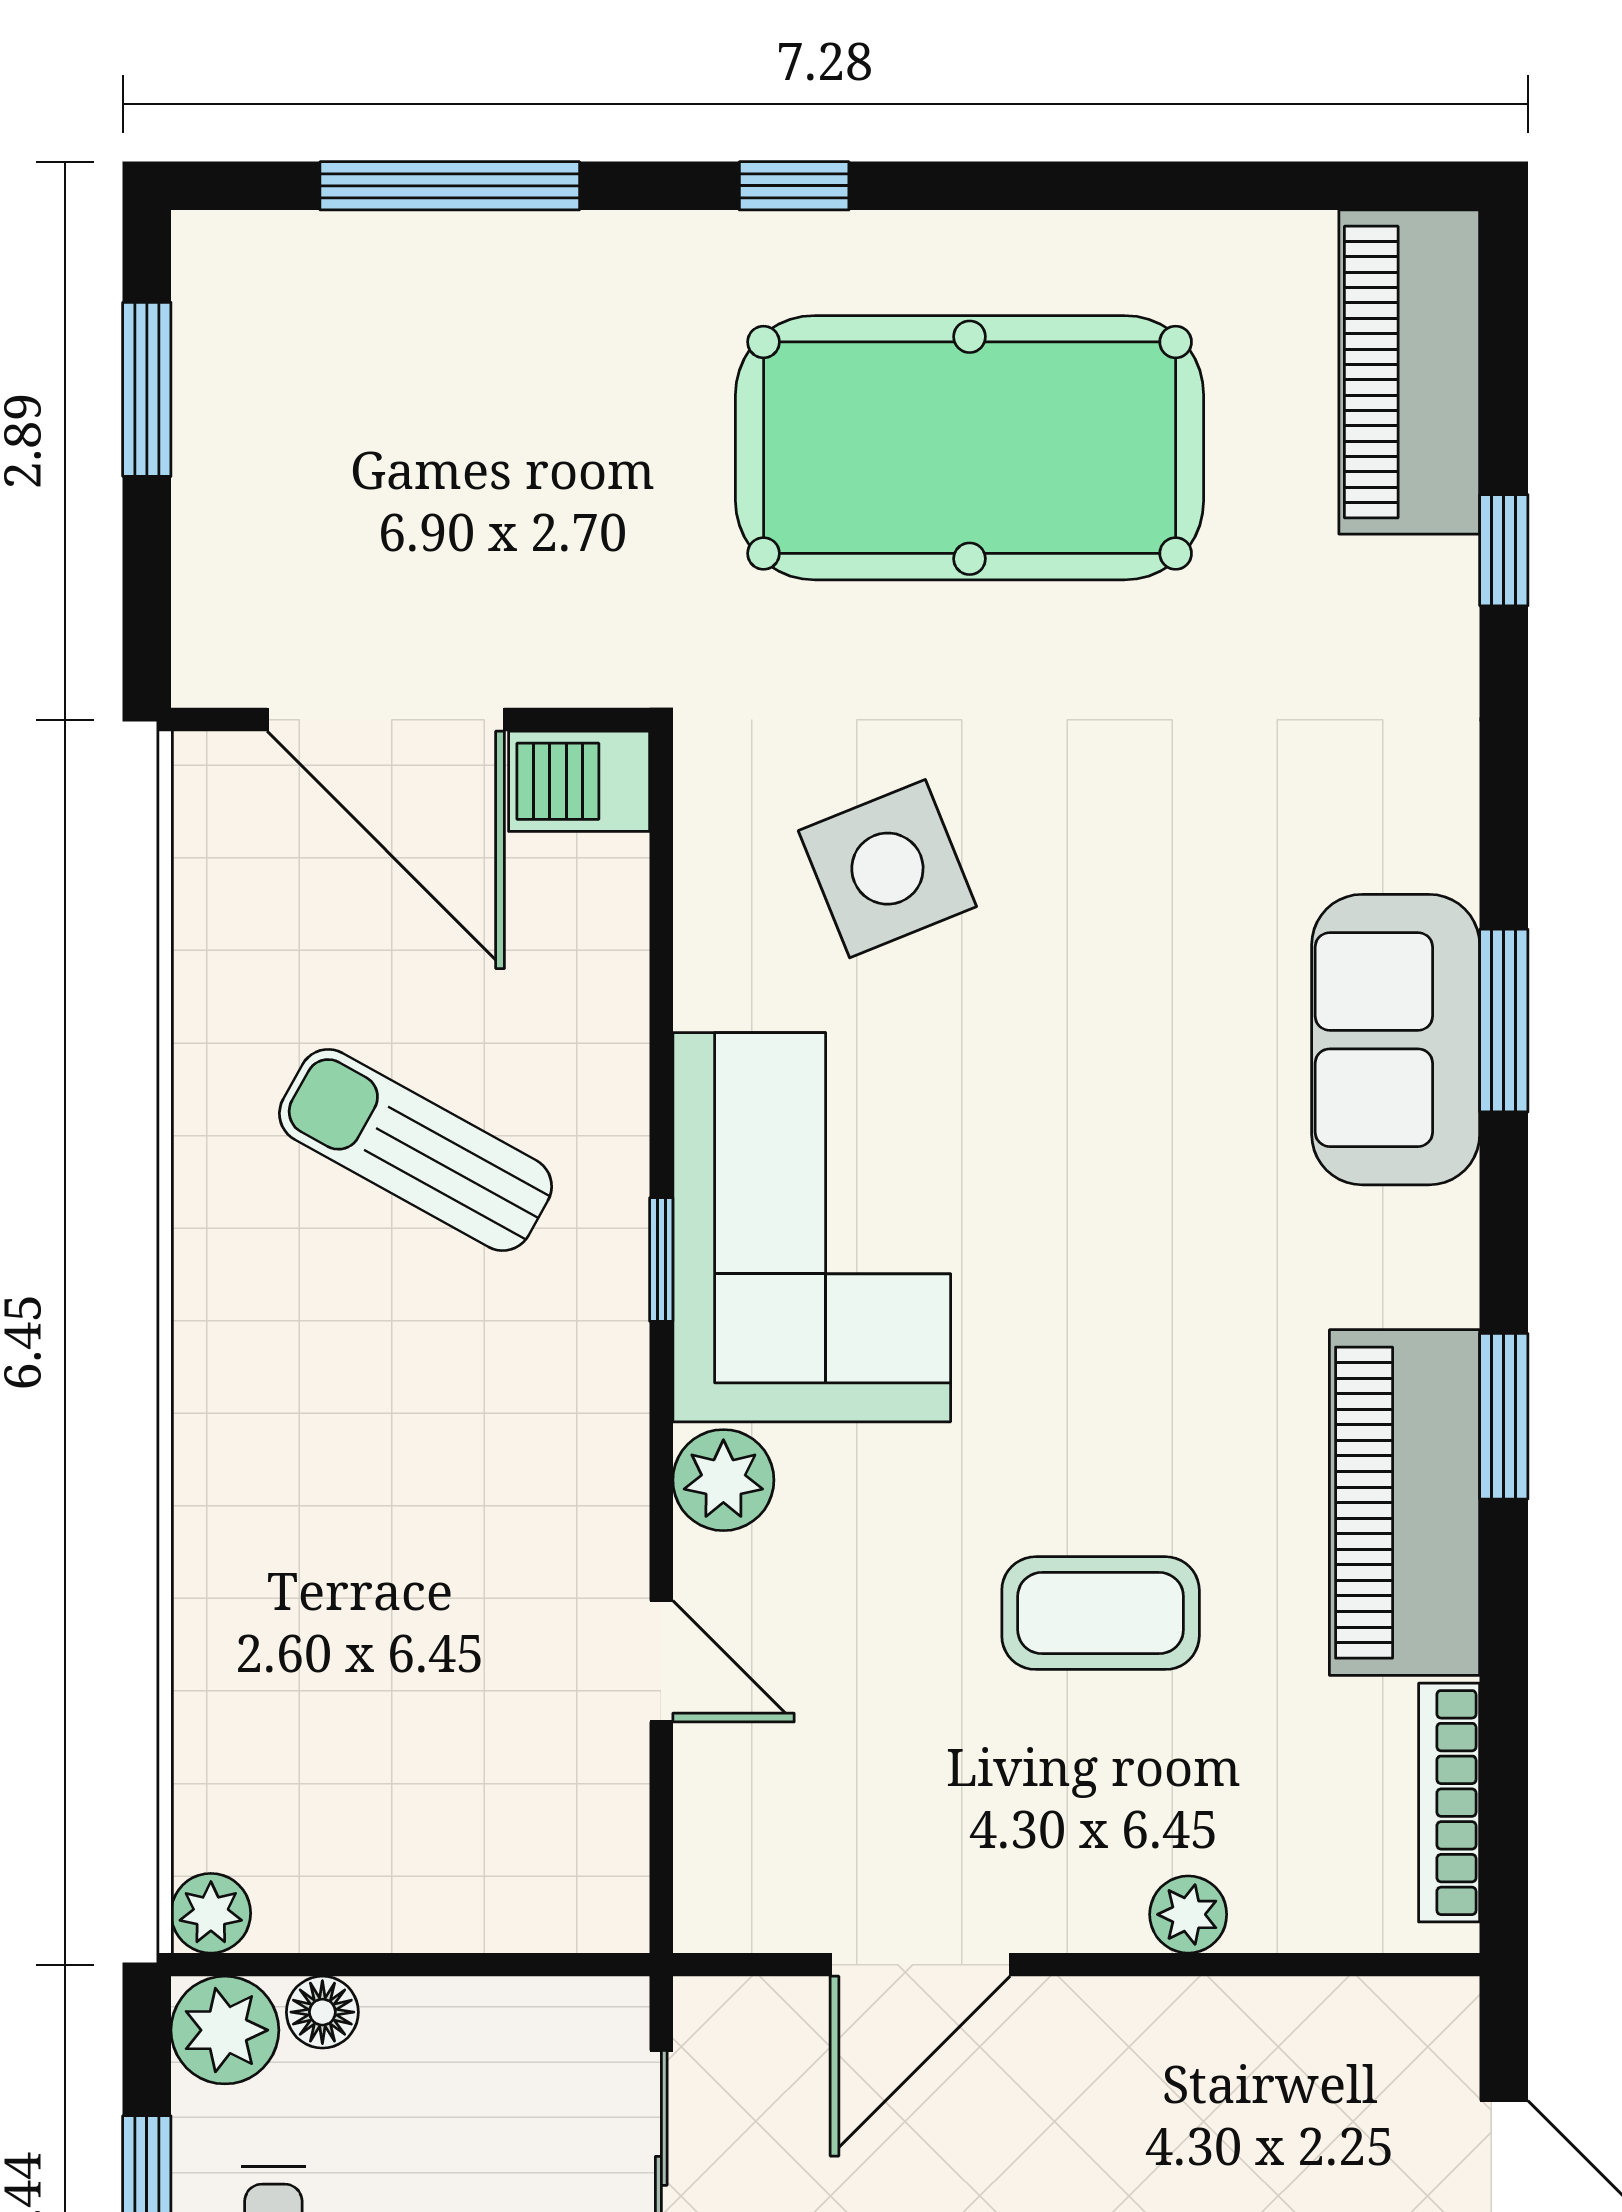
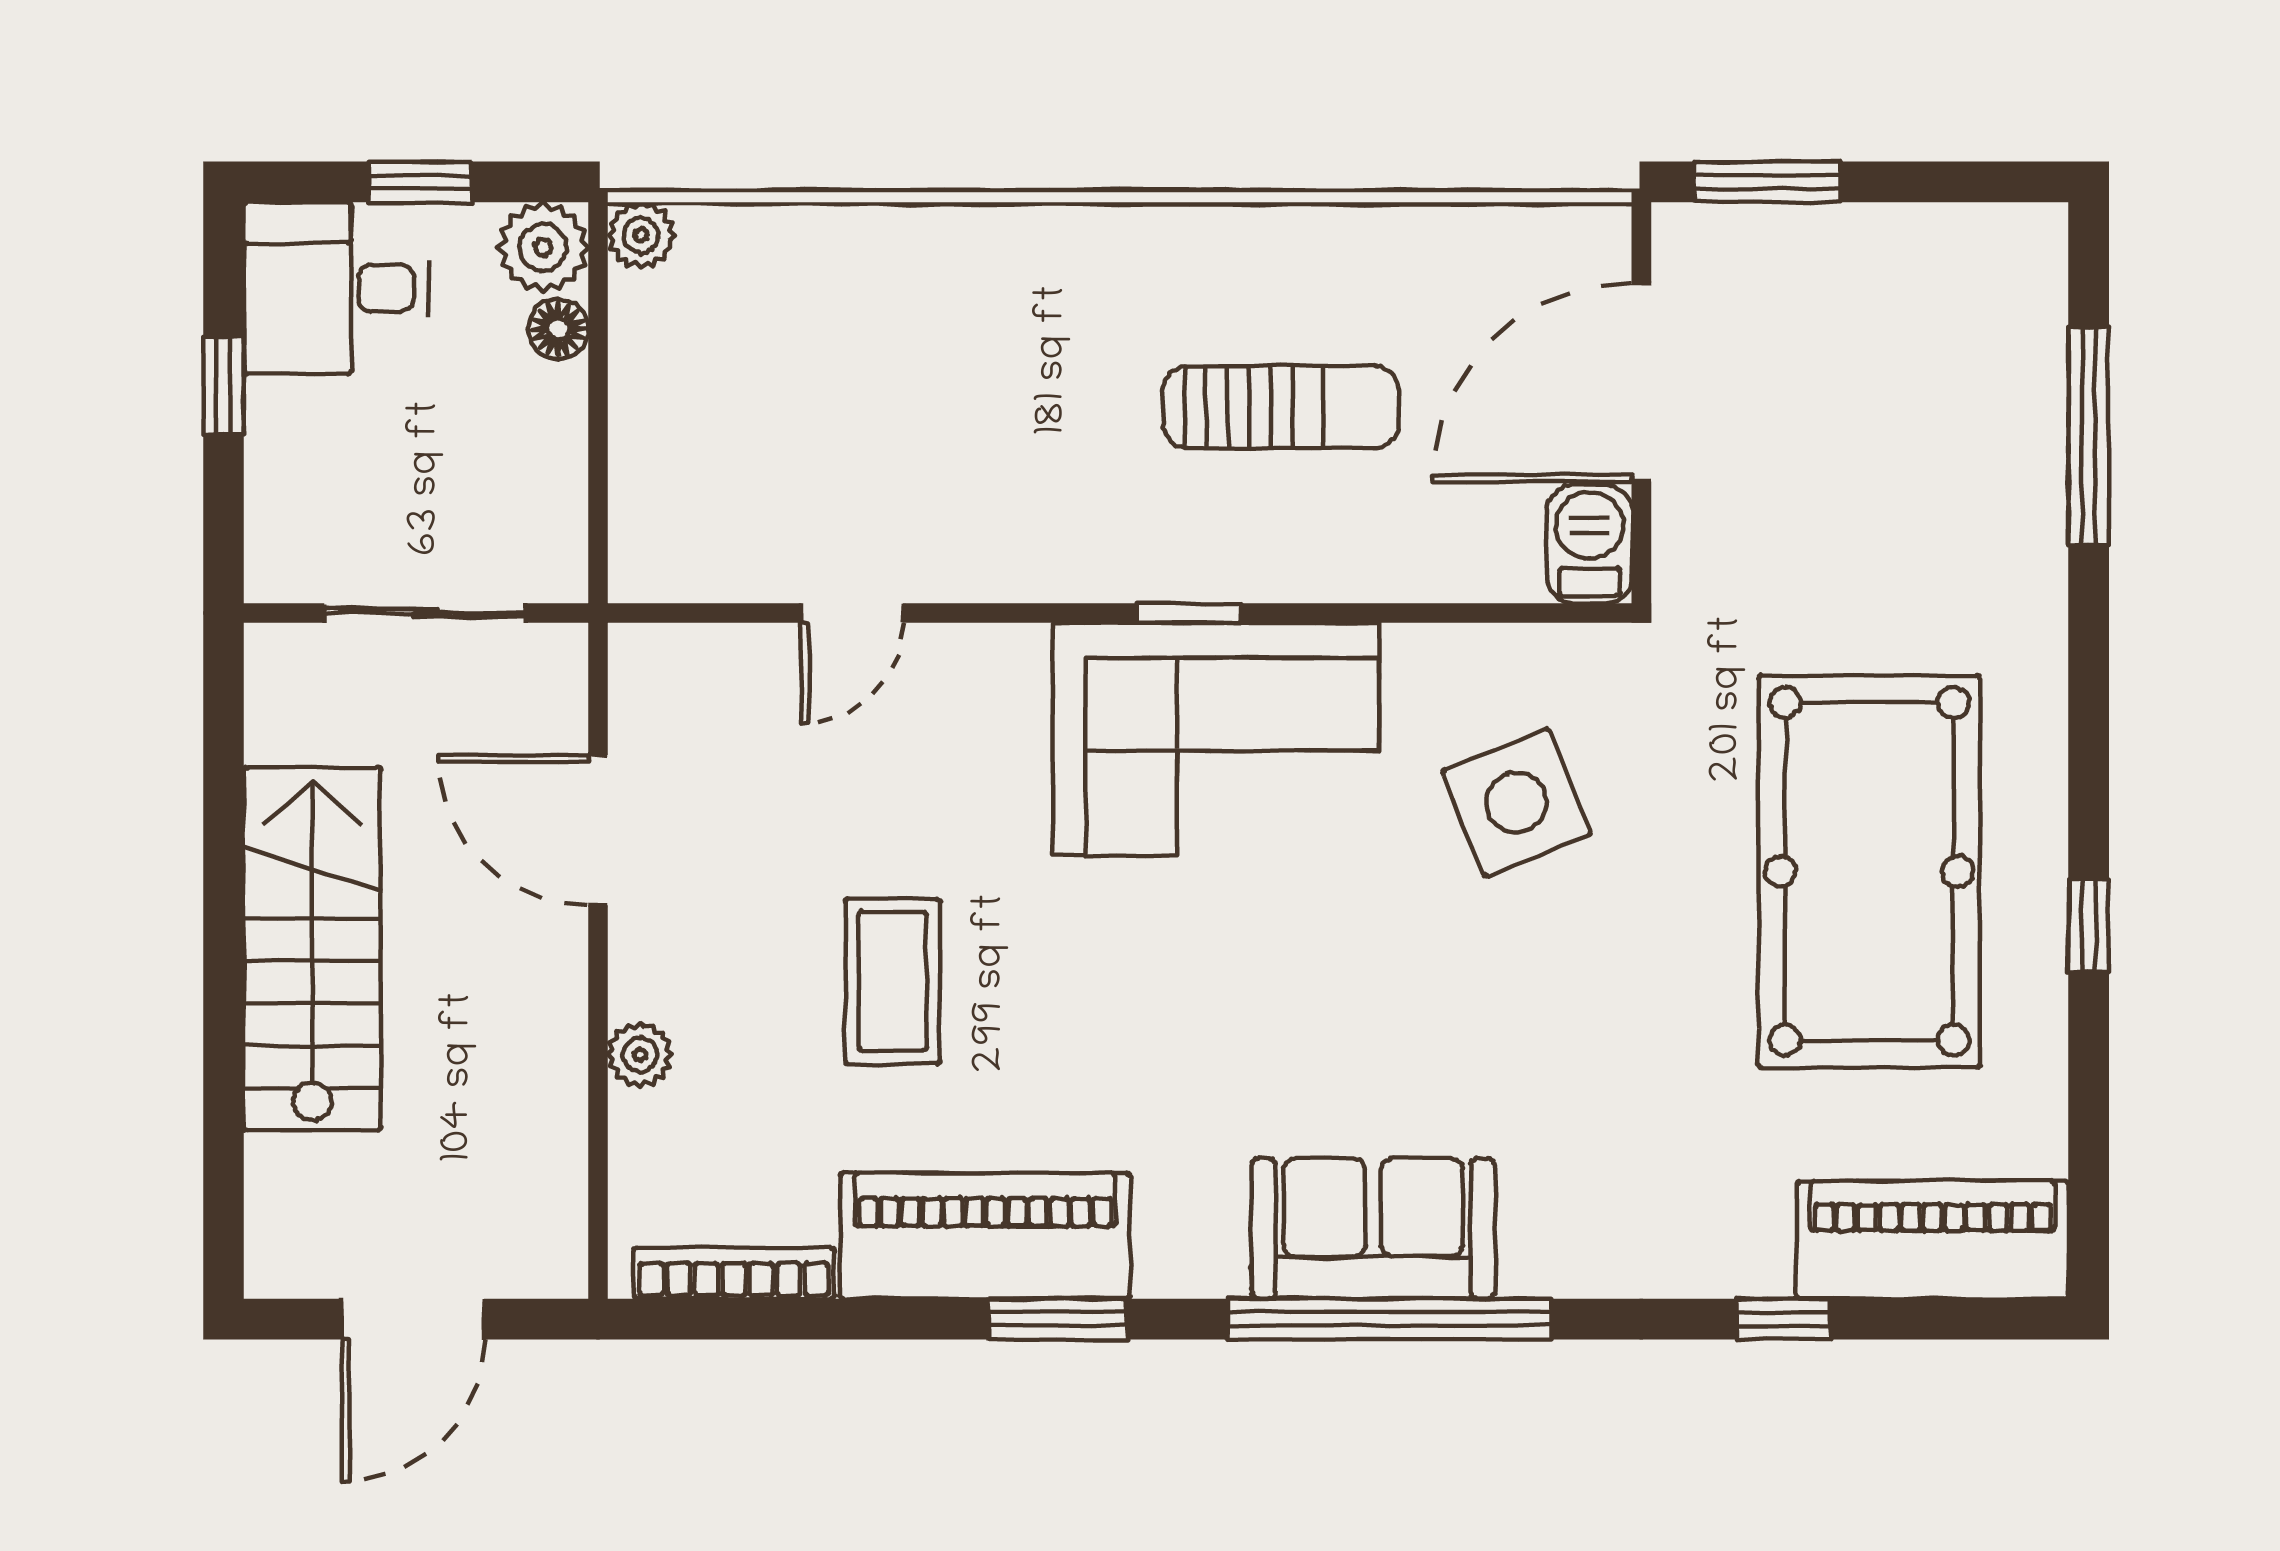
window: (794, 186) -> (2089, 925), moved
window: (147, 389) -> (1767, 182), moved
window: (1504, 1021) -> (1389, 1319), width x2.11
sun lounger: (416, 1150) -> (1281, 407), turned 61
plant: (723, 1480) -> (1004, 665), removed

